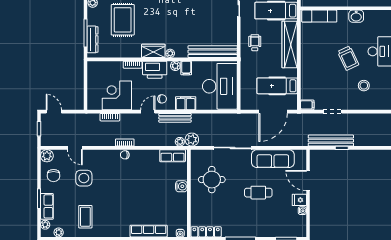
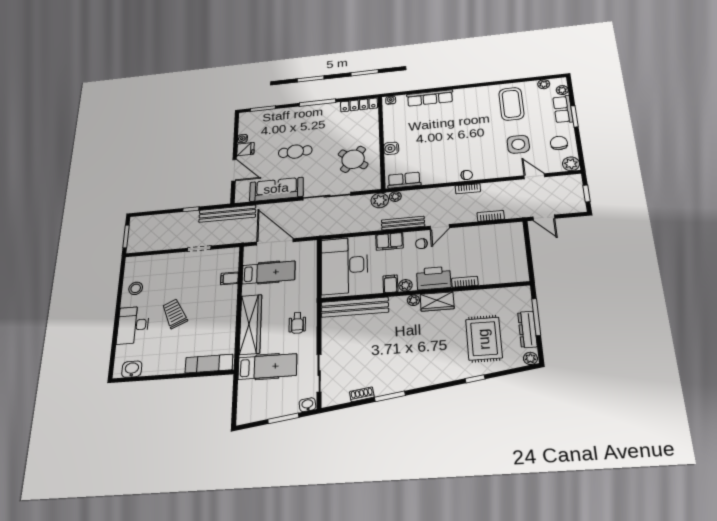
washbasin: (356, 16) -> (132, 369), moved
dresser: (93, 39) -> (527, 329), moved
stool: (364, 86) -> (136, 288), moved
corner desk: (117, 95) -> (484, 243), removed
filing cabinet: (307, 105) -> (229, 278), moved
door: (54, 112) -> (544, 218), moved
door: (273, 112) -> (275, 242), hinge flipped
bench: (331, 141) -> (227, 214), moved
round table: (212, 180) -> (353, 159), turned 38
coffee table: (85, 217) -> (511, 104), width x1.36, depth x1.32

